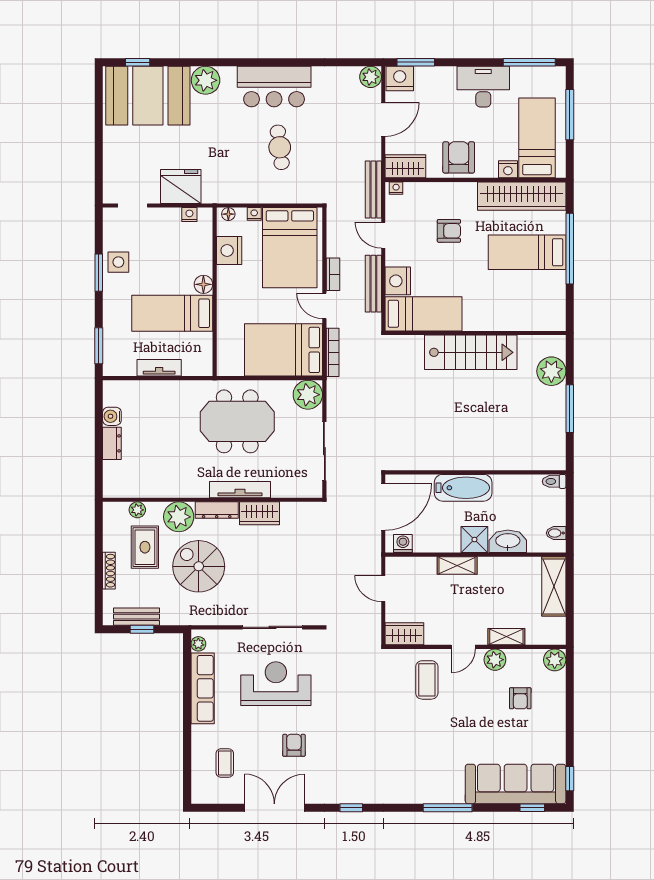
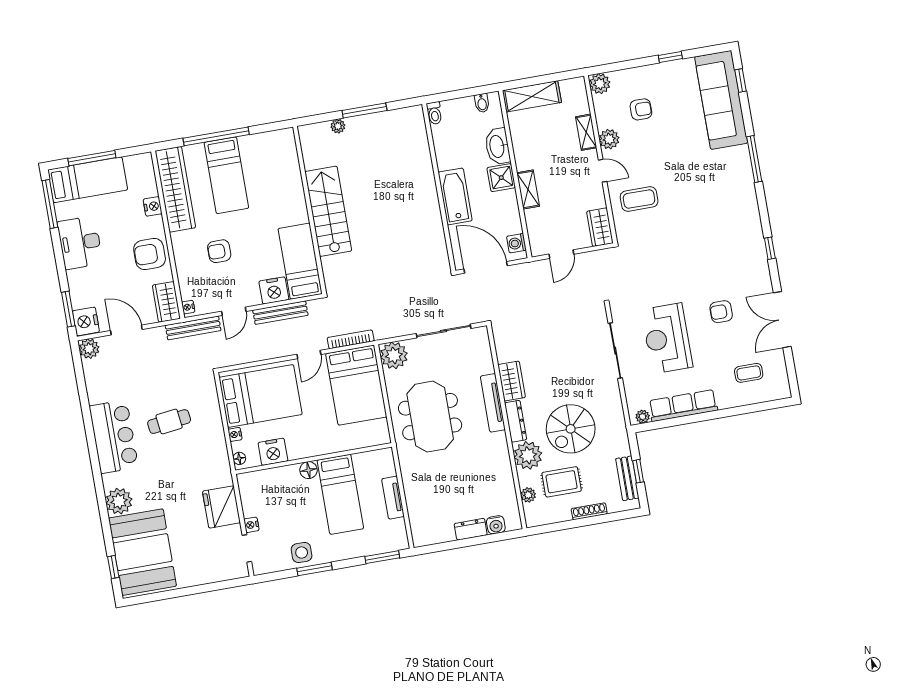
bed: (537, 138) -> (88, 180), moved, turned 180
nightstand: (189, 215) -> (251, 525), moved
armchair: (449, 231) -> (219, 251), turned -90
bookcase: (333, 274) -> (278, 352), removed
plant: (551, 371) -> (338, 126), width x0.53, depth x0.53
water cooler: (112, 416) -> (496, 525), moved
window: (570, 779) -> (670, 57), moved

